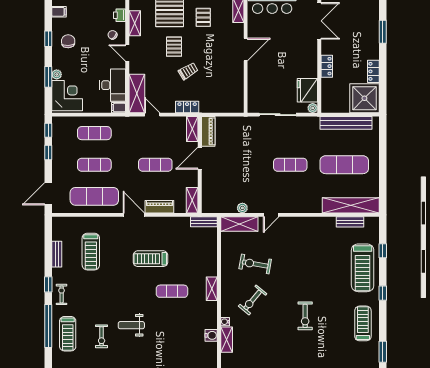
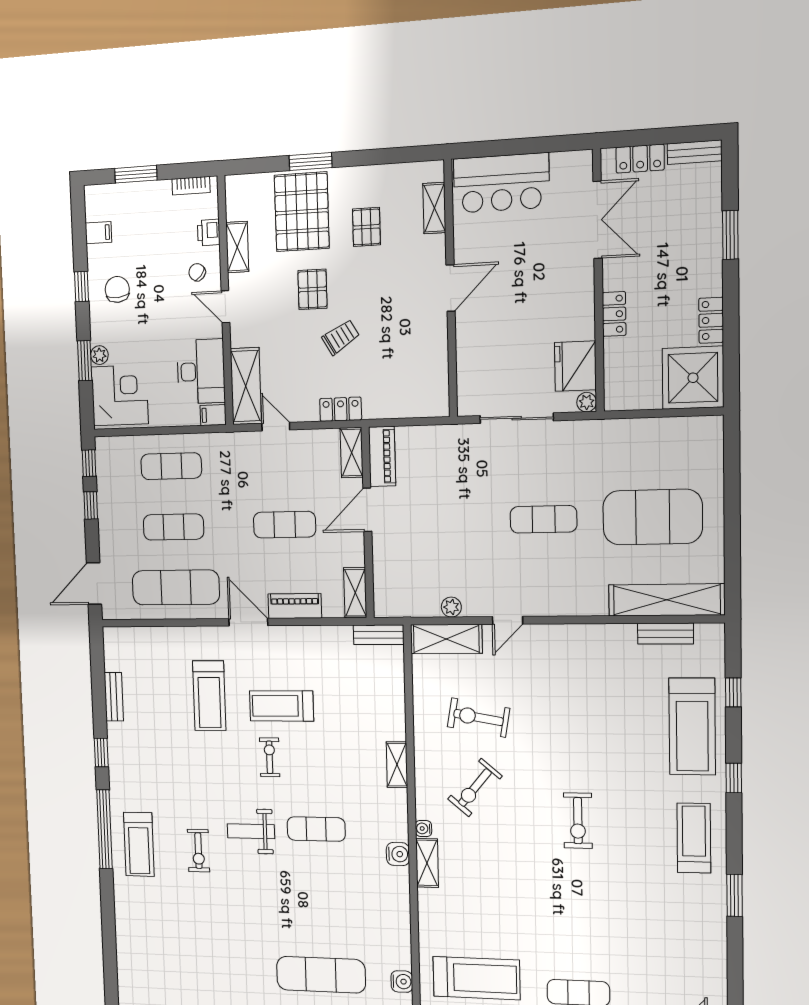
bench: (346, 123) -> (655, 431), removed
exercise mat: (344, 165) -> (653, 517), width x1.47
treadmill: (91, 252) -> (209, 696), moved
exercise mat: (172, 291) -> (316, 829), moved
exercise bike: (62, 294) -> (270, 757), moved

